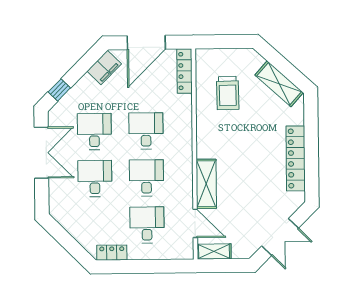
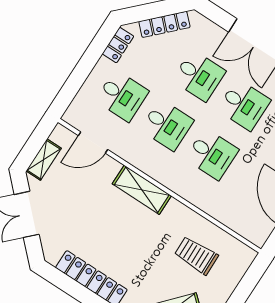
locker: (185, 71) -> (164, 24), moved, turned 135
shelving: (206, 184) -> (142, 190), moved
shelving: (214, 251) -> (44, 160), moved

